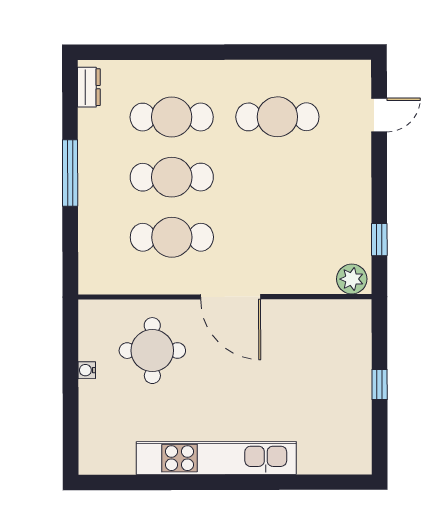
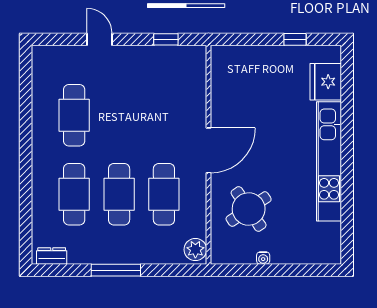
door: (379, 115) -> (99, 39), moved
plant: (352, 279) -> (195, 250), moved
round table: (152, 351) -> (249, 209), turned -34
window: (380, 385) -> (295, 39), moved
fridge: (323, 453) -> (326, 82), added

